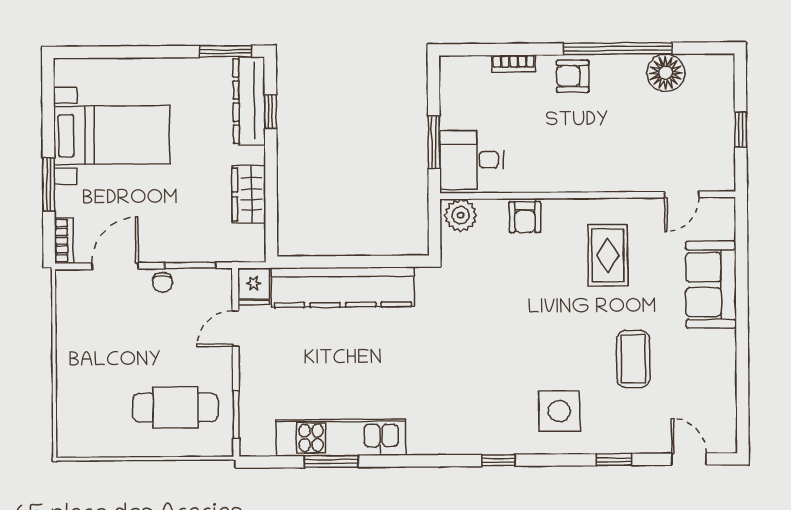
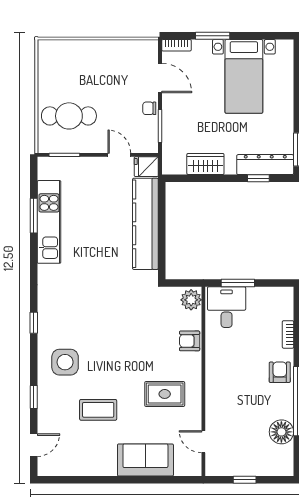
cafe table: (175, 408) -> (69, 116), turned 90

